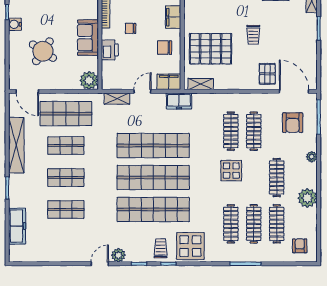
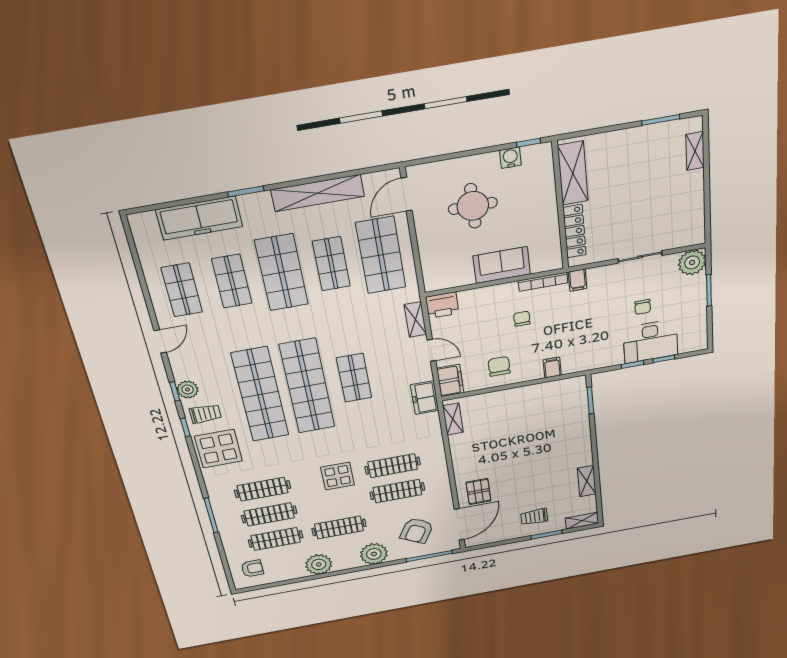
filing cabinet: (173, 17) -> (552, 368), width x0.50
trolley: (253, 35) -> (534, 517), moved
pallet: (211, 49) -> (504, 422), removed
printer: (110, 50) -> (442, 305), moved
round table: (43, 51) -> (473, 206), turned -34
pallet: (267, 74) -> (478, 492), turned 90
plant: (89, 80) -> (437, 278), removed
armchair: (293, 123) -> (417, 531), turned -61
shop shelf: (153, 146) -> (354, 378), width x0.50, depth x0.74
plant: (312, 157) -> (374, 554), width x1.88, depth x1.88
shop shelf: (66, 178) -> (282, 272), width x1.43, depth x1.36
freezer: (17, 226) -> (199, 218), width x1.36, depth x1.26
shop shelf: (66, 241) -> (182, 290), added
plant: (118, 255) -> (188, 389), moved
door: (100, 264) -> (160, 341), hinge flipped

